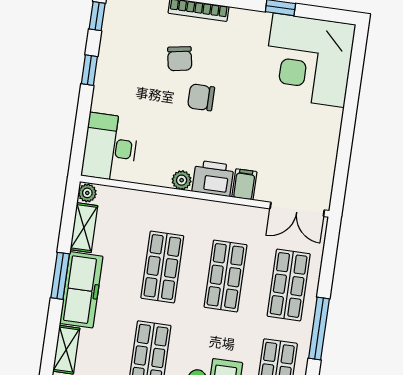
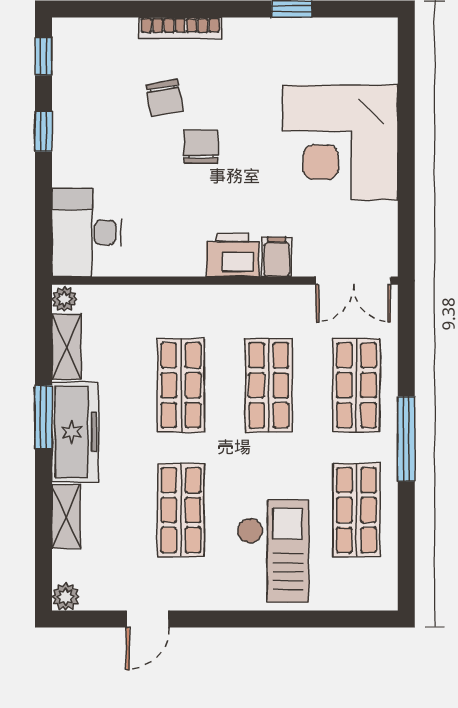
corner desk: (309, 60) -> (340, 143), moved
chair: (201, 97) -> (201, 147), turned 90
plant: (182, 180) -> (190, 263), removed

